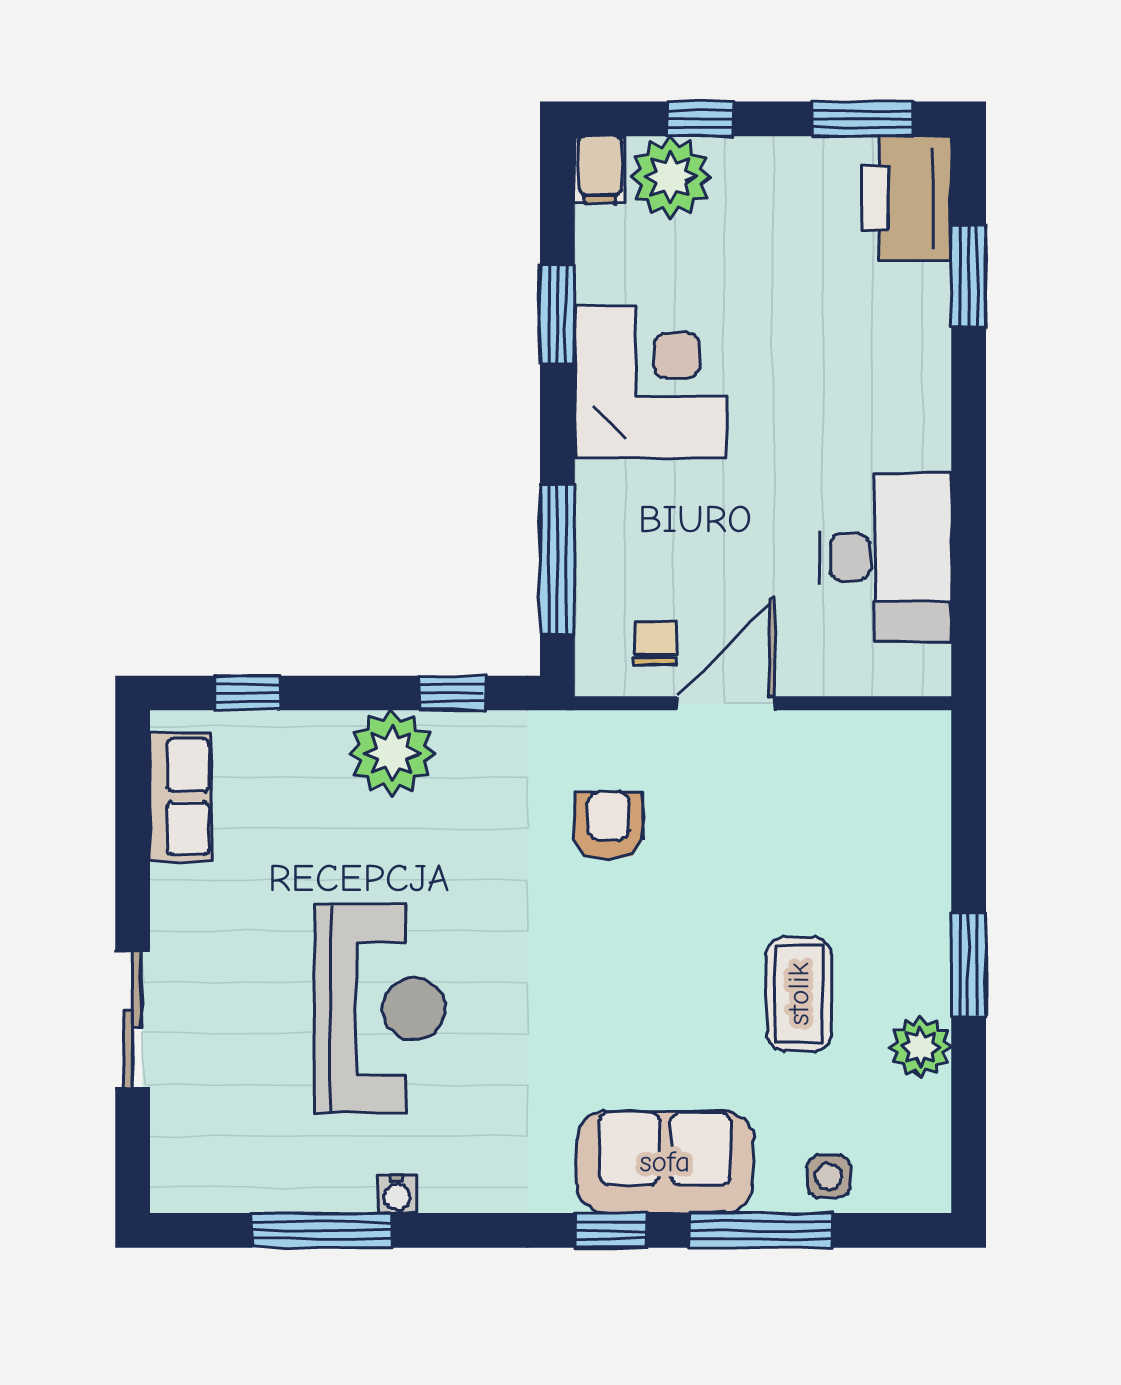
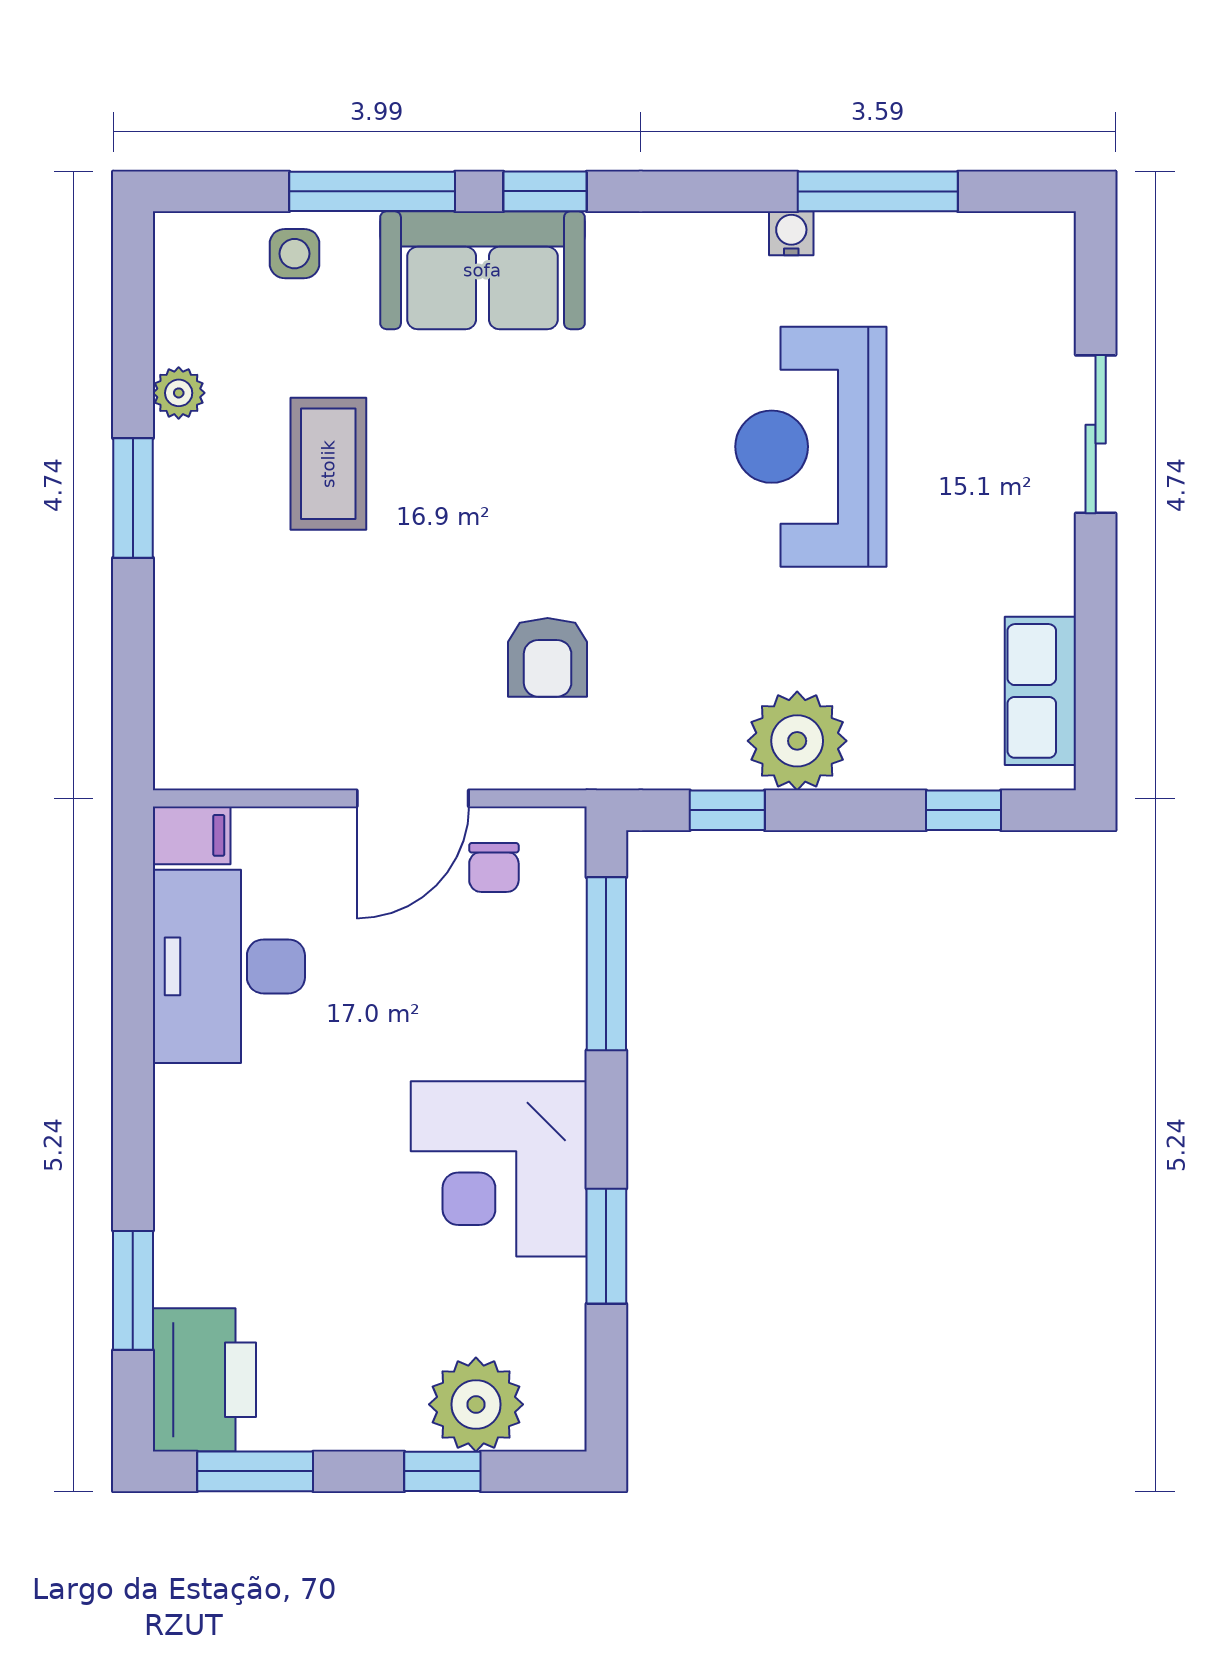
filing cabinet: (600, 170) -> (192, 835), moved, turned 90
plant: (920, 1047) -> (179, 393), width x0.73, depth x0.73

